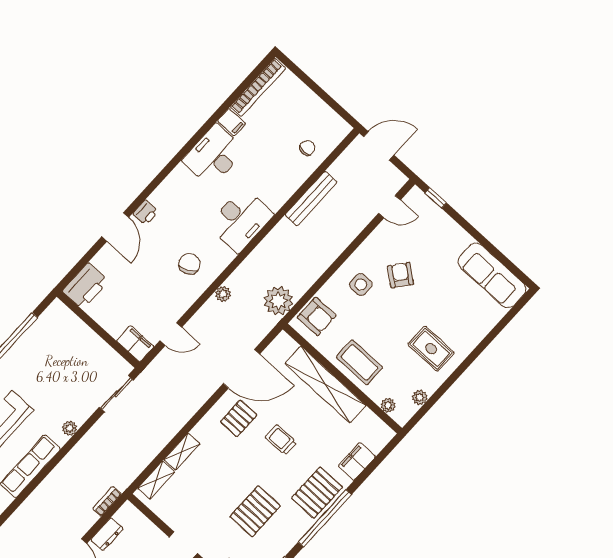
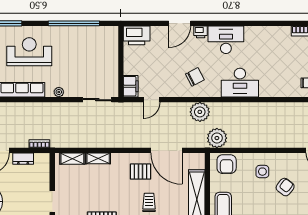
filing cabinet: (232, 122) -> (284, 34), removed
desk: (214, 155) -> (226, 40), moved
bench: (311, 199) -> (283, 108), removed
plant: (223, 294) -> (200, 112), width x1.88, depth x1.88
door: (171, 334) -> (152, 100), hinge flipped

